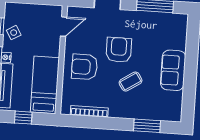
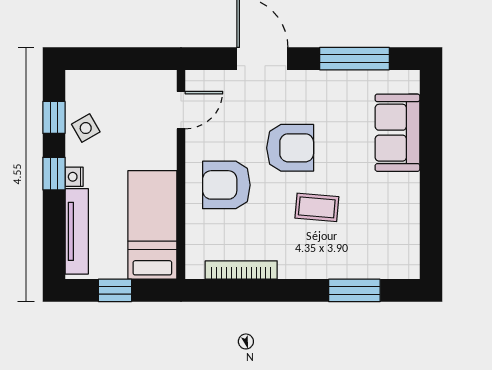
armchair: (119, 50) -> (290, 148), turned 90
sofa: (173, 70) -> (397, 133), moved
coffee table: (131, 82) -> (317, 207), turned 38

